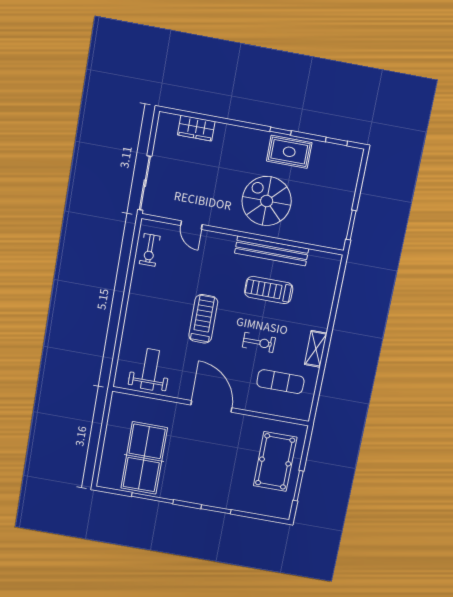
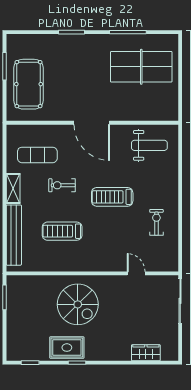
exercise bike: (150, 250) -> (156, 222), moved
bench: (272, 251) -> (14, 235), moved, turned 90
treadmill: (269, 290) -> (62, 231), turned 180
treadmill: (203, 319) -> (112, 197), turned 90
weight bench: (150, 369) -> (149, 145), turned -90
table tennis table: (144, 458) -> (141, 67), turned 90

